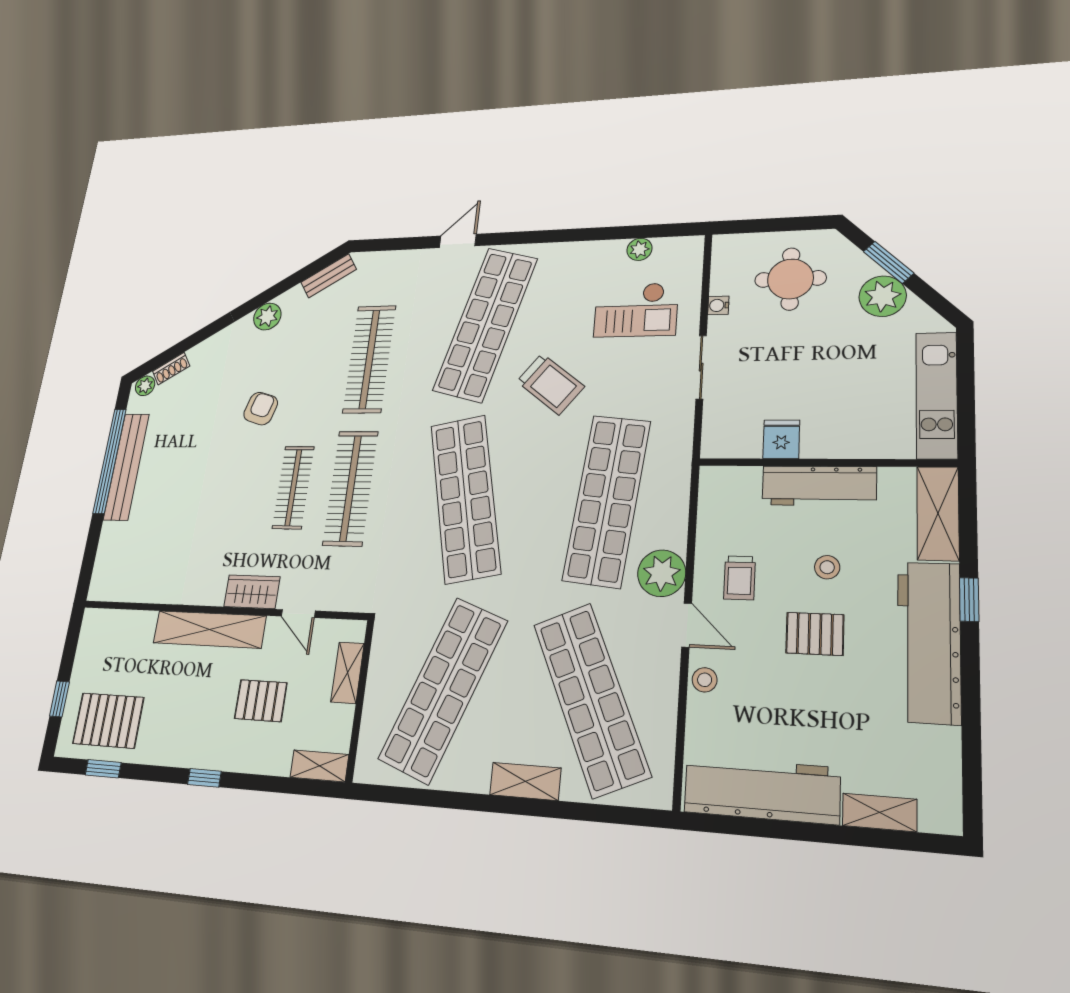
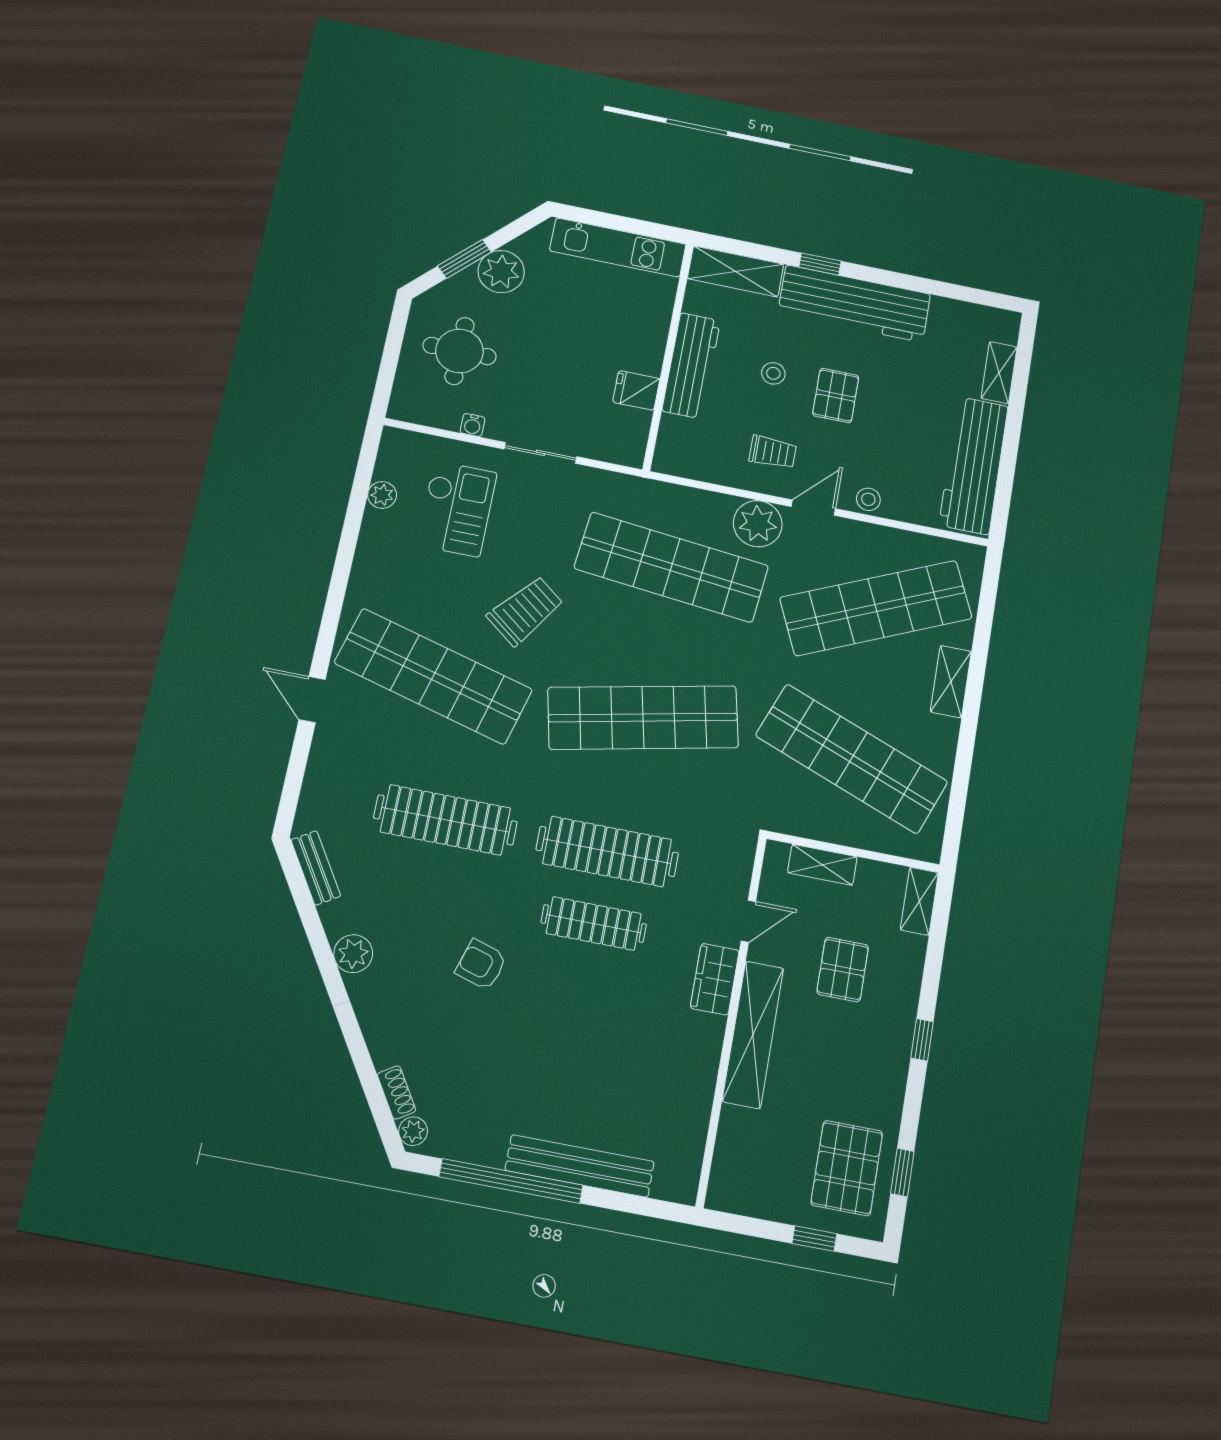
bench: (126, 467) -> (580, 1166), moved

